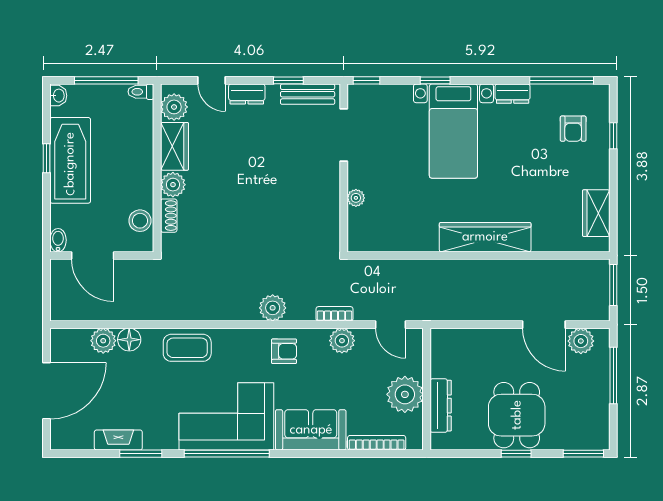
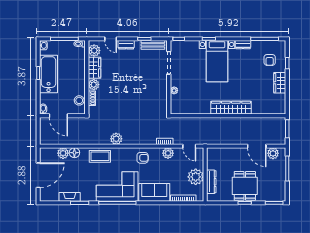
wardrobe: (596, 213) -> (280, 83), moved
plant: (273, 308) -> (116, 139), moved

